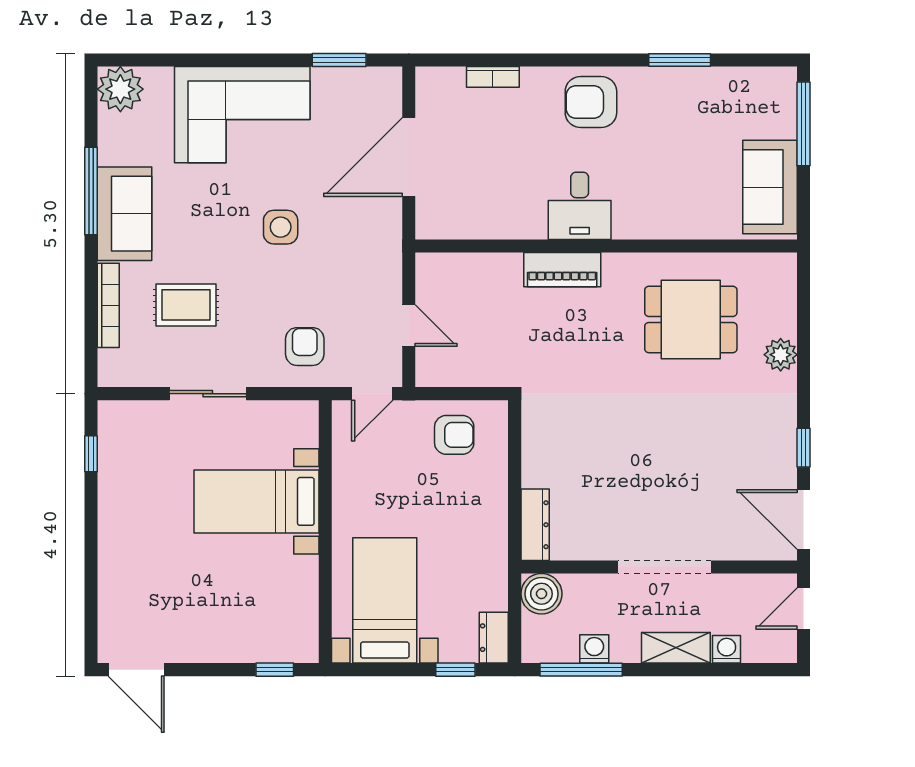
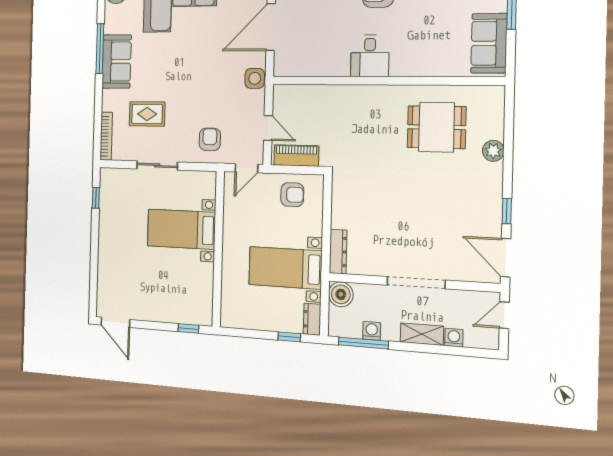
side table: (281, 227) -> (255, 78), moved
piano: (562, 270) -> (296, 155), moved, turned 180
bookcase: (108, 305) -> (106, 136), moved
bed with nightstands: (385, 600) -> (285, 268), moved, turned -90

